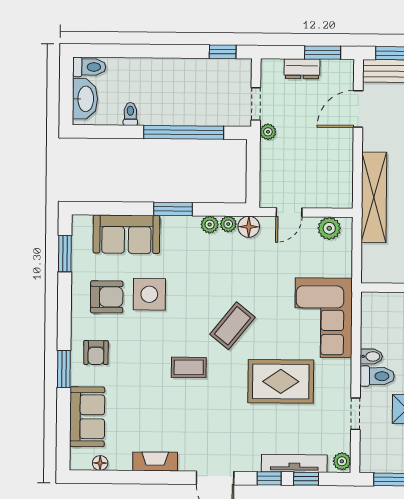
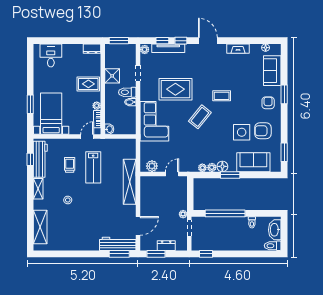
floor lamp: (249, 227) -> (222, 166), moved

